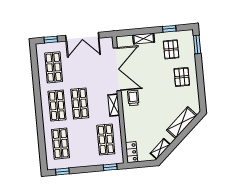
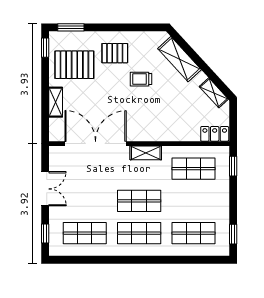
window: (169, 29) -> (45, 48), moved
double door: (82, 37) -> (45, 189), width x0.73
pallet: (171, 49) -> (74, 65), width x1.50, depth x1.42
trolley: (133, 98) -> (141, 79), moved

